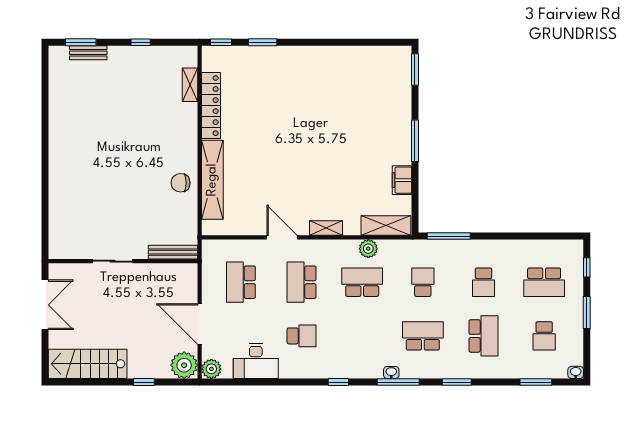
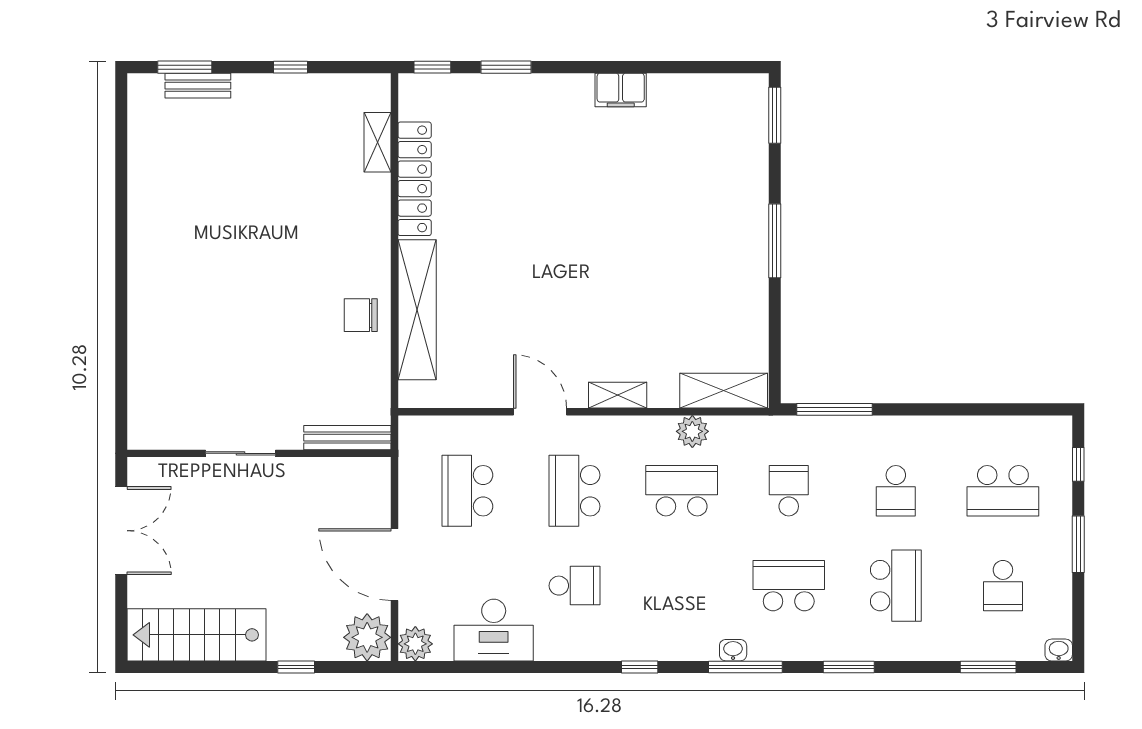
filing cabinet: (402, 180) -> (621, 90), moved, turned -90

